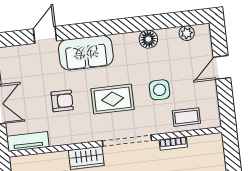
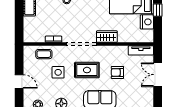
door: (222, 67) -> (19, 81), hinge flipped

